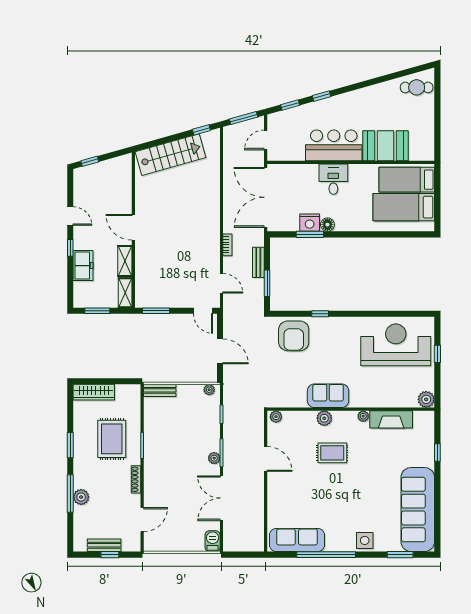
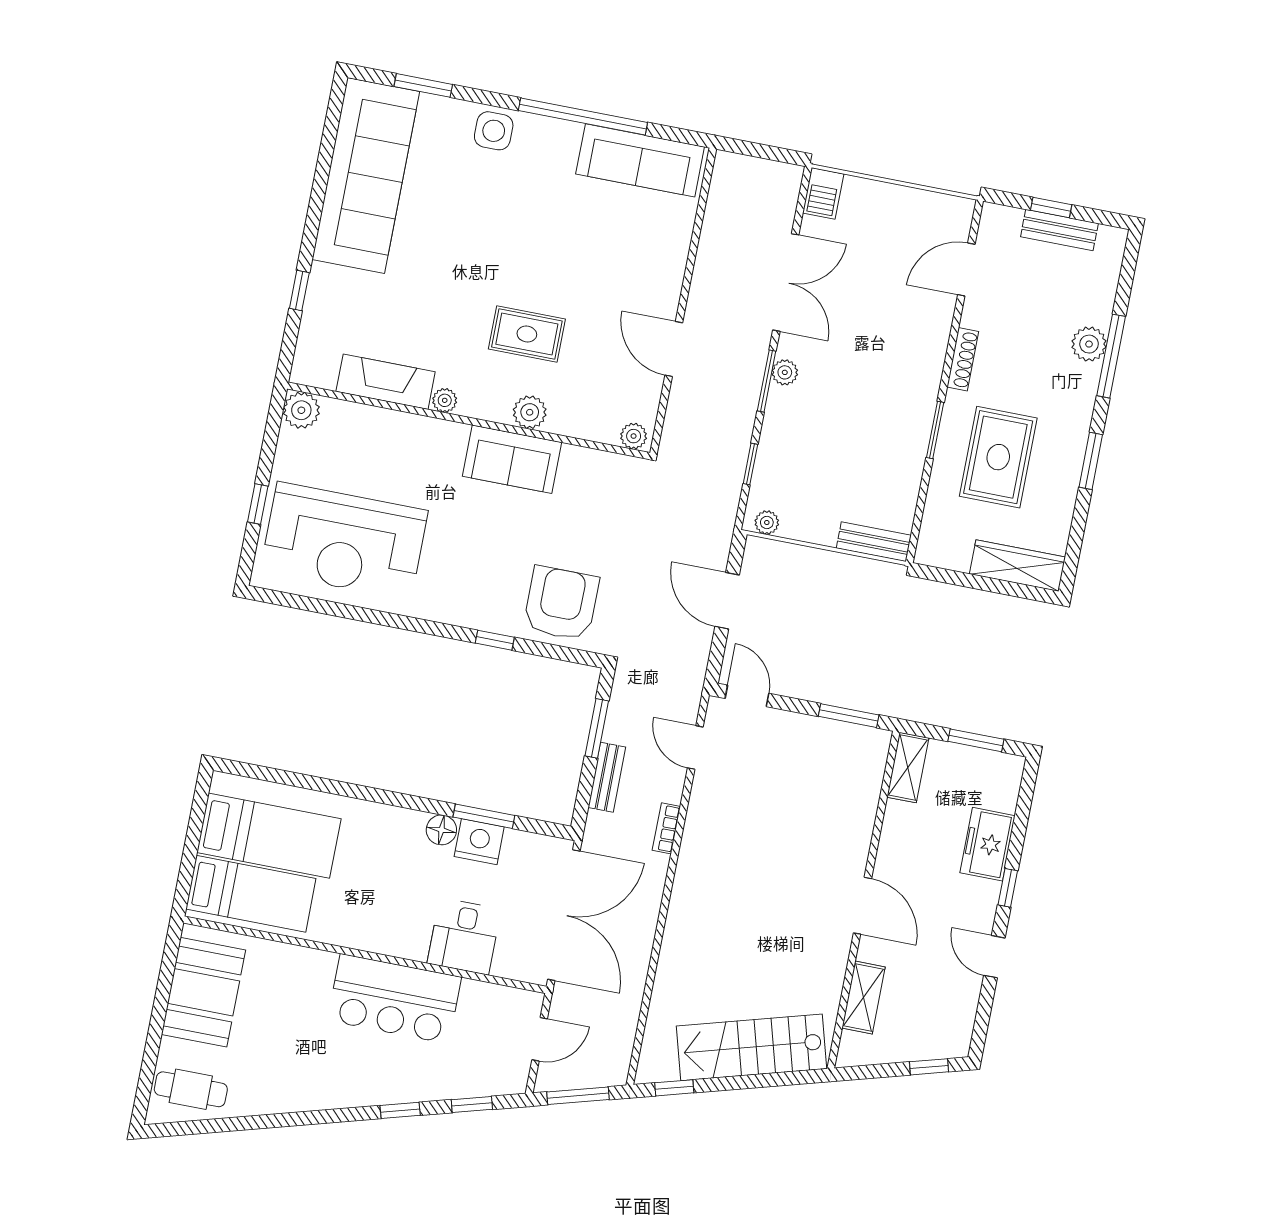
booth: (385, 146) -> (203, 992), moved, turned 90
desk: (333, 179) -> (464, 936), moved
shelving: (125, 261) -> (864, 998), moved

